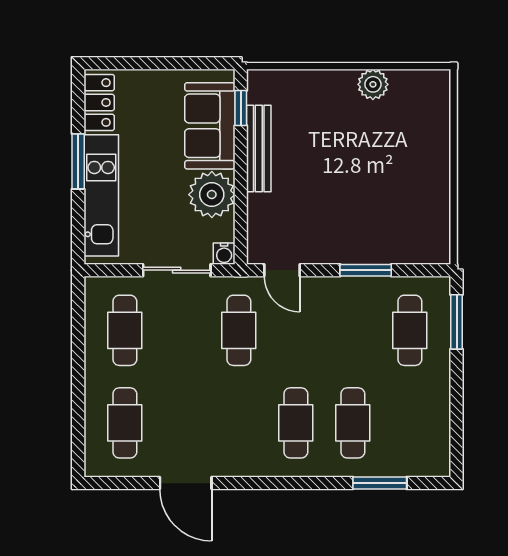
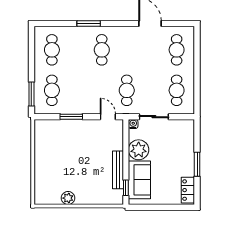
kitchen unit: (101, 195) -> (187, 149), removed
cafe table: (353, 423) -> (52, 50), moved
window: (380, 483) -> (89, 24), moved

